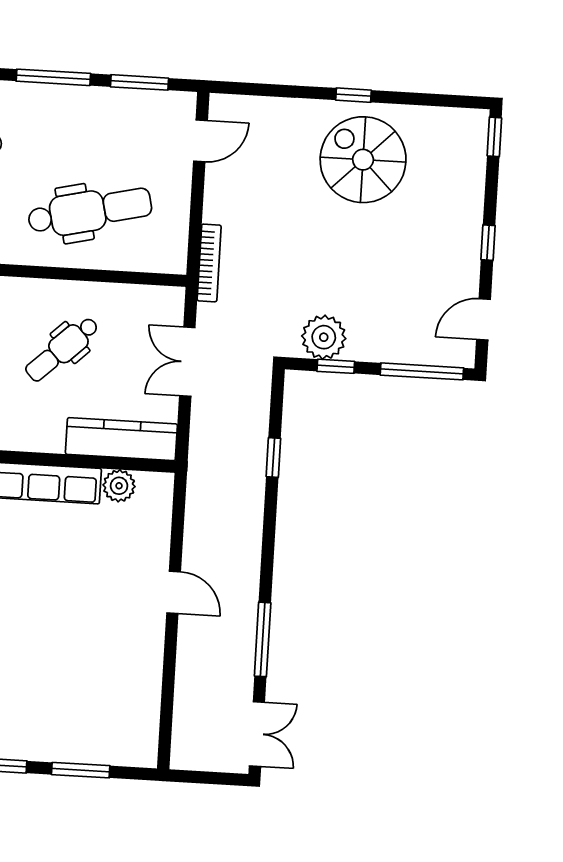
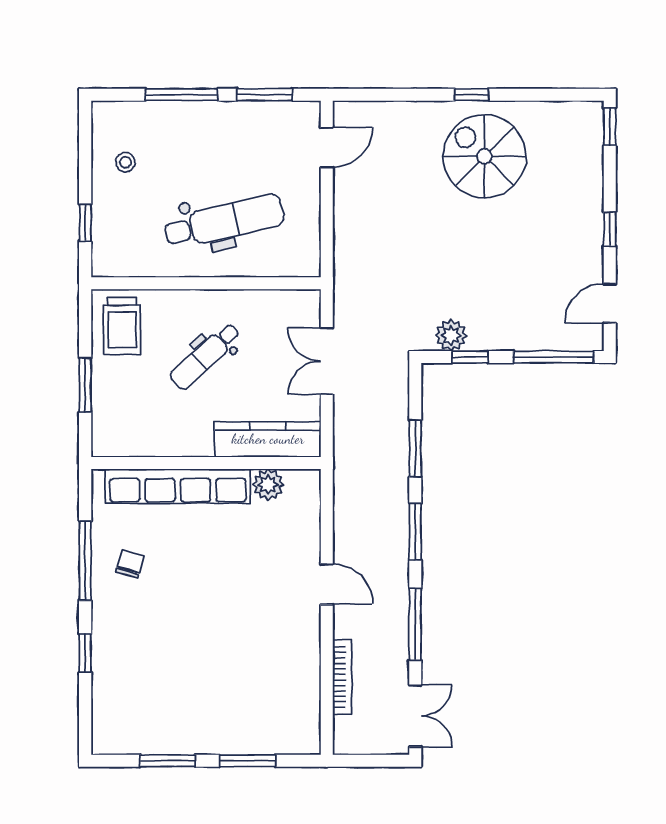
bookcase: (209, 263) -> (342, 677), moved
plant: (324, 337) -> (451, 335), width x0.73, depth x0.73
window: (273, 458) -> (415, 448), width x1.50
window: (268, 543) -> (415, 532), added

